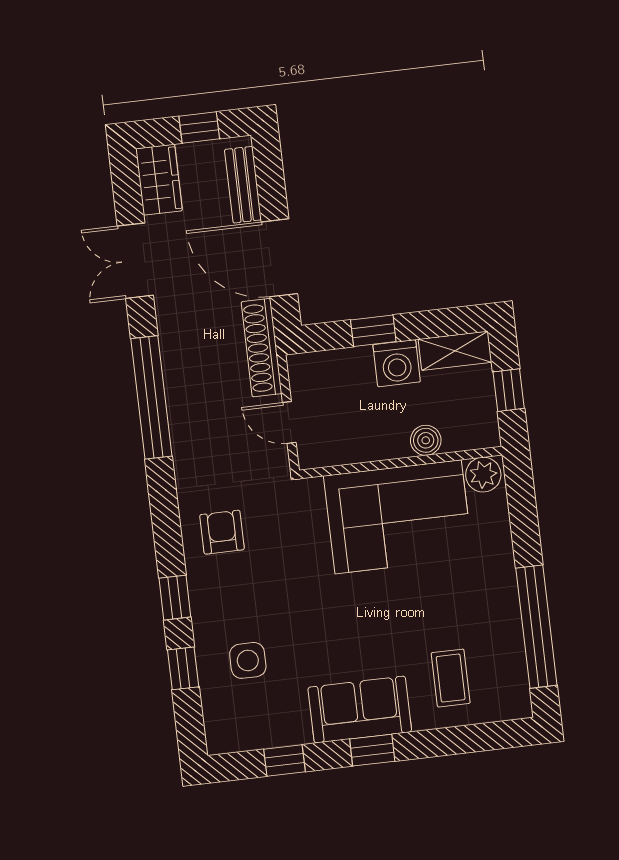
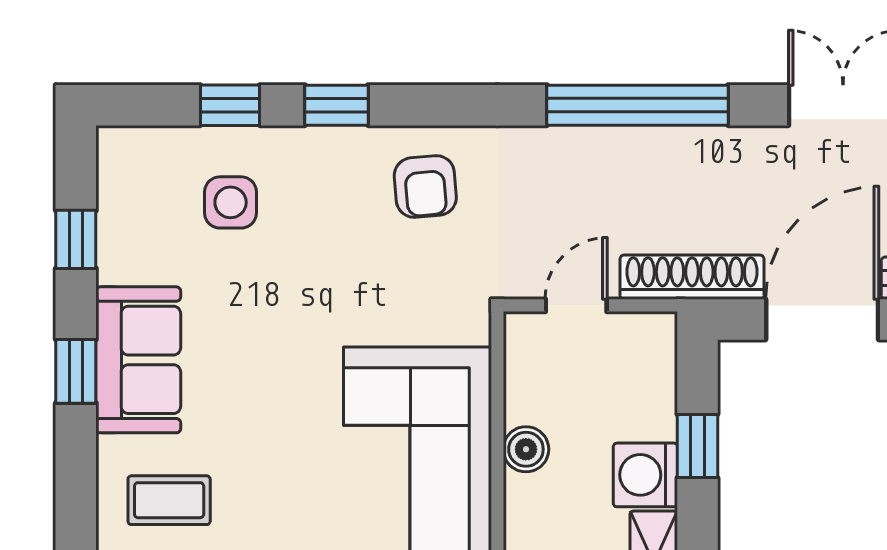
boiler: (426, 440) -> (526, 449), moved
armchair: (222, 532) -> (425, 186), turned 85

